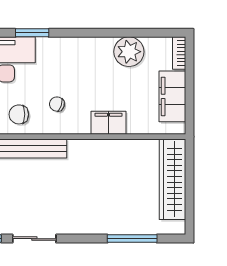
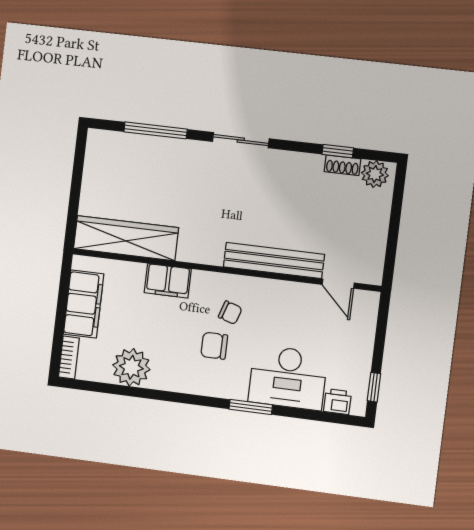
chair: (19, 114) -> (214, 346), moved, turned 180
wardrobe: (173, 179) -> (126, 238), moved, turned -90
sliding door: (34, 239) -> (241, 140), moved

